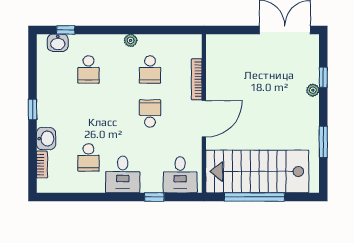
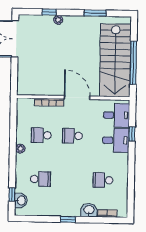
school desk: (150, 69) -> (41, 135), turned 180
school desk: (88, 157) -> (103, 180), turned 180
desk: (123, 174) -> (116, 140), moved

